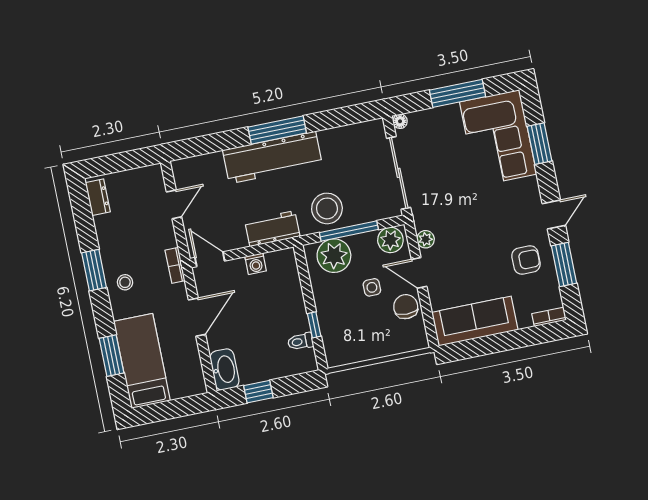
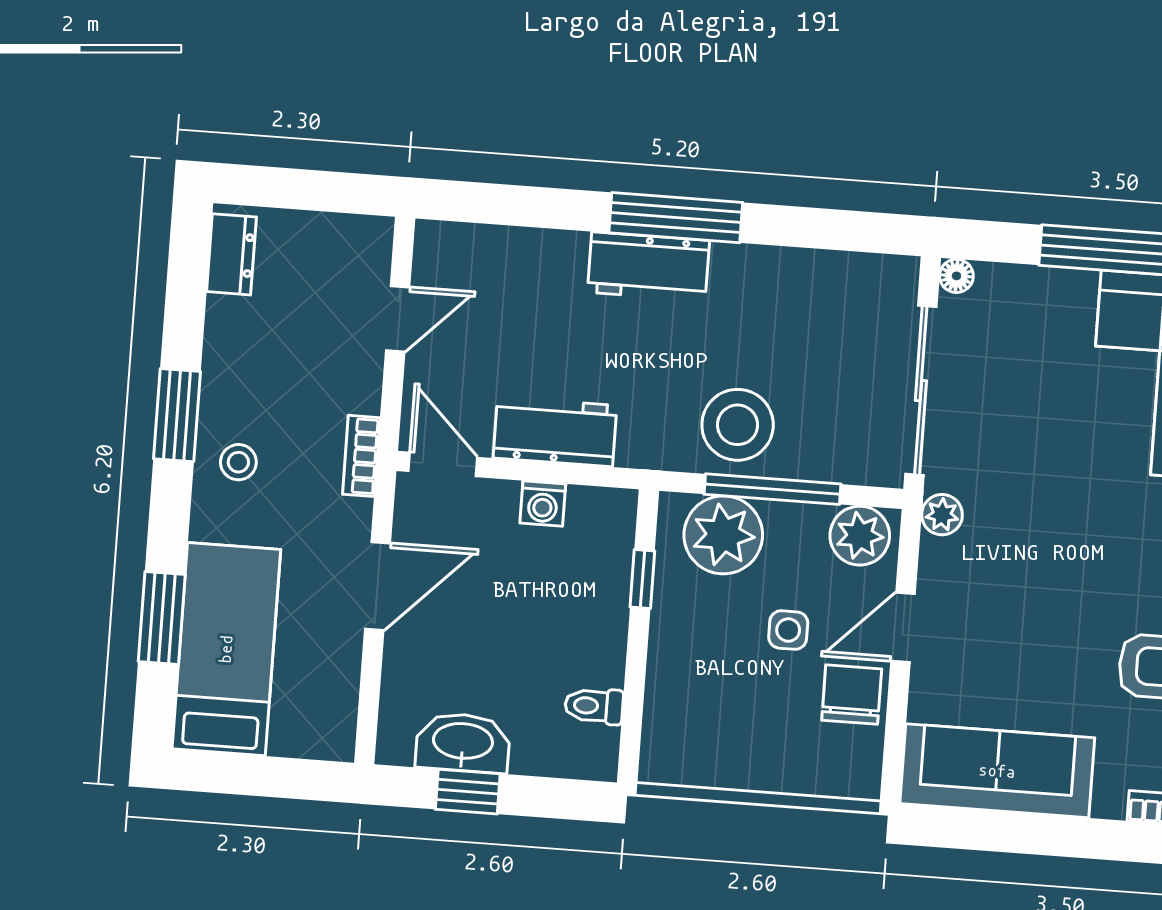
workbench: (272, 158) -> (648, 266), width x0.53, depth x0.76
workbench: (272, 229) -> (555, 432), moved
plant: (426, 239) -> (942, 515), moved
door: (419, 273) -> (903, 628), hinge flipped
window: (314, 325) -> (642, 579), moved
washbasin: (224, 369) -> (463, 743), moved, turned -90

